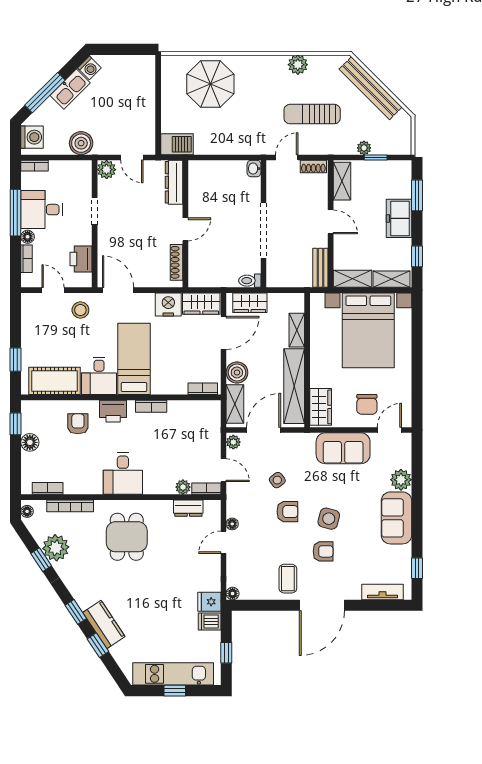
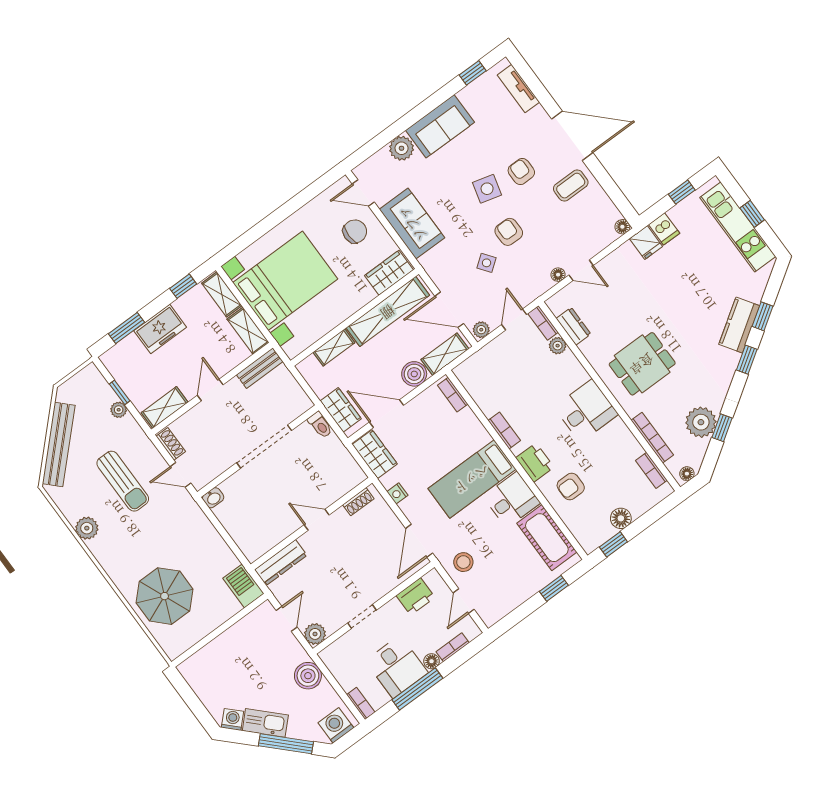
shoe rack: (177, 262) -> (358, 502), width x0.70
nightstand: (168, 304) -> (397, 493), width x0.53, depth x0.56

